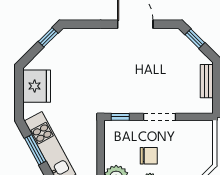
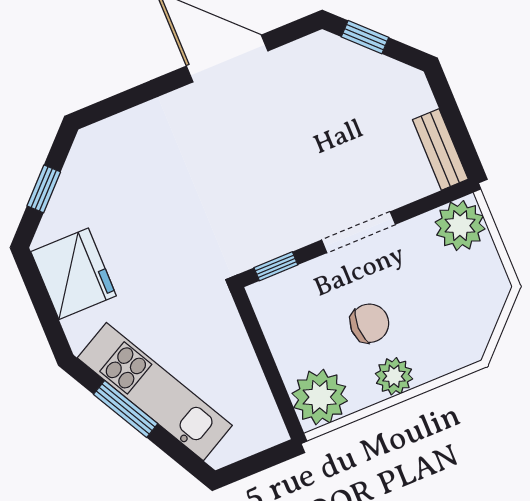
window: (48, 37) -> (44, 189), moved
bench: (207, 81) -> (440, 149), moved
plant: (202, 131) -> (460, 226), added

